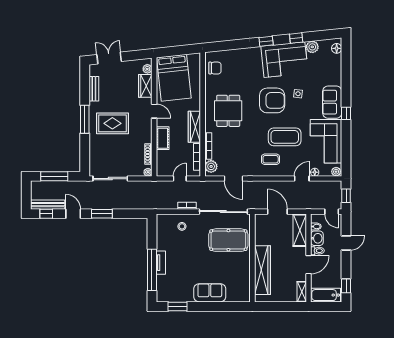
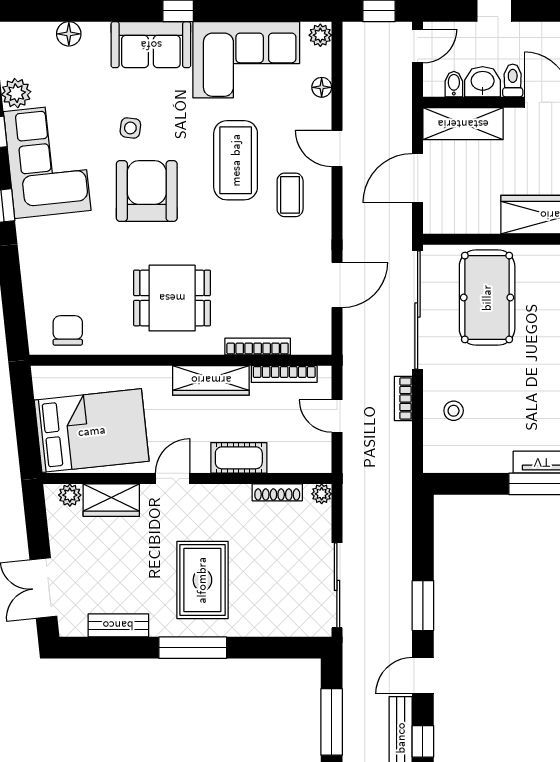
floor lamp: (337, 48) -> (69, 34), moved
plant: (211, 166) -> (308, 340), removed
door: (302, 179) -> (337, 149), moved

